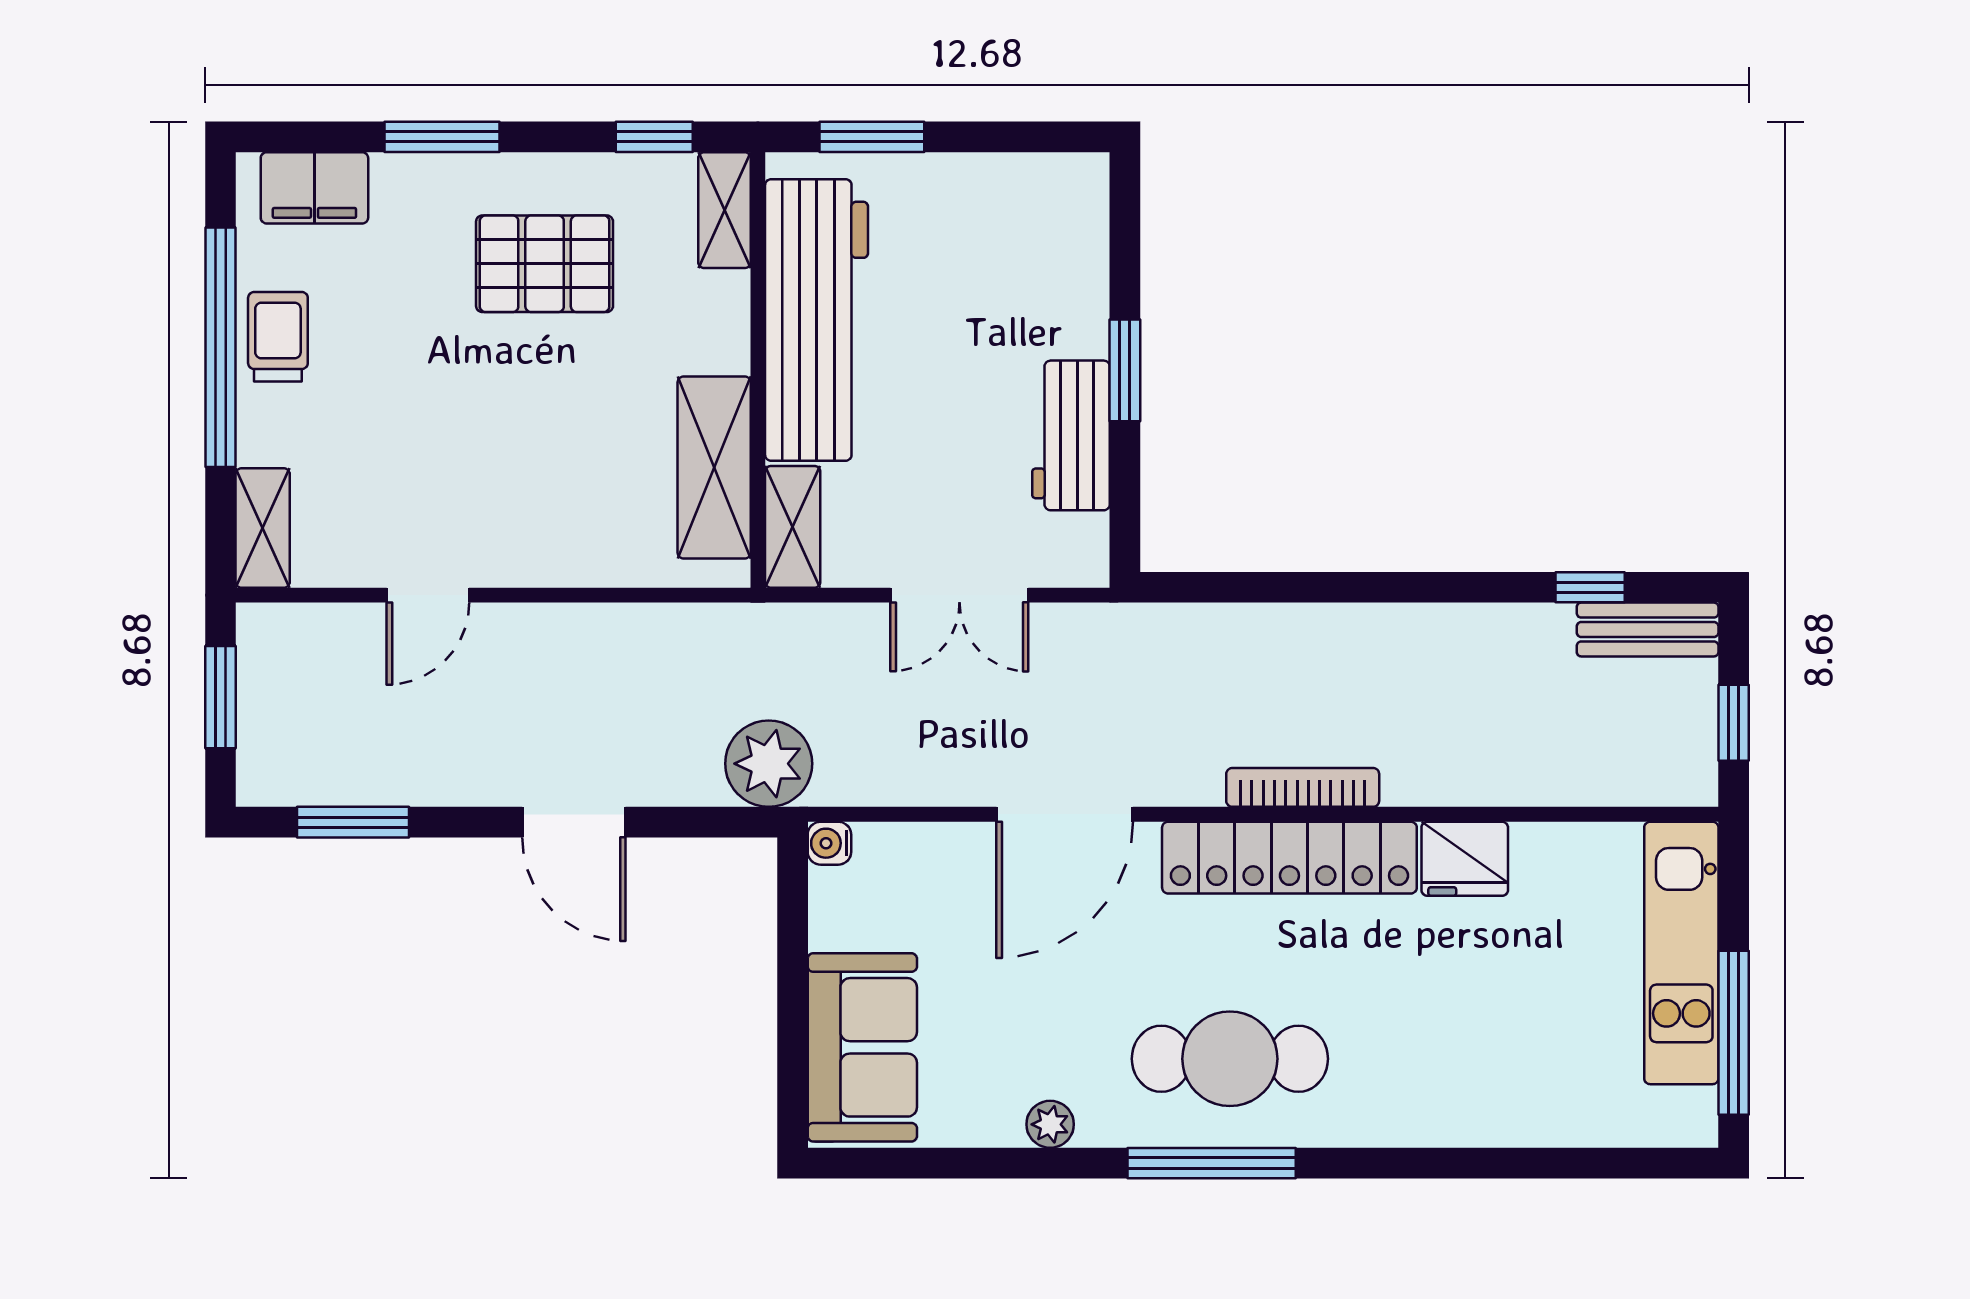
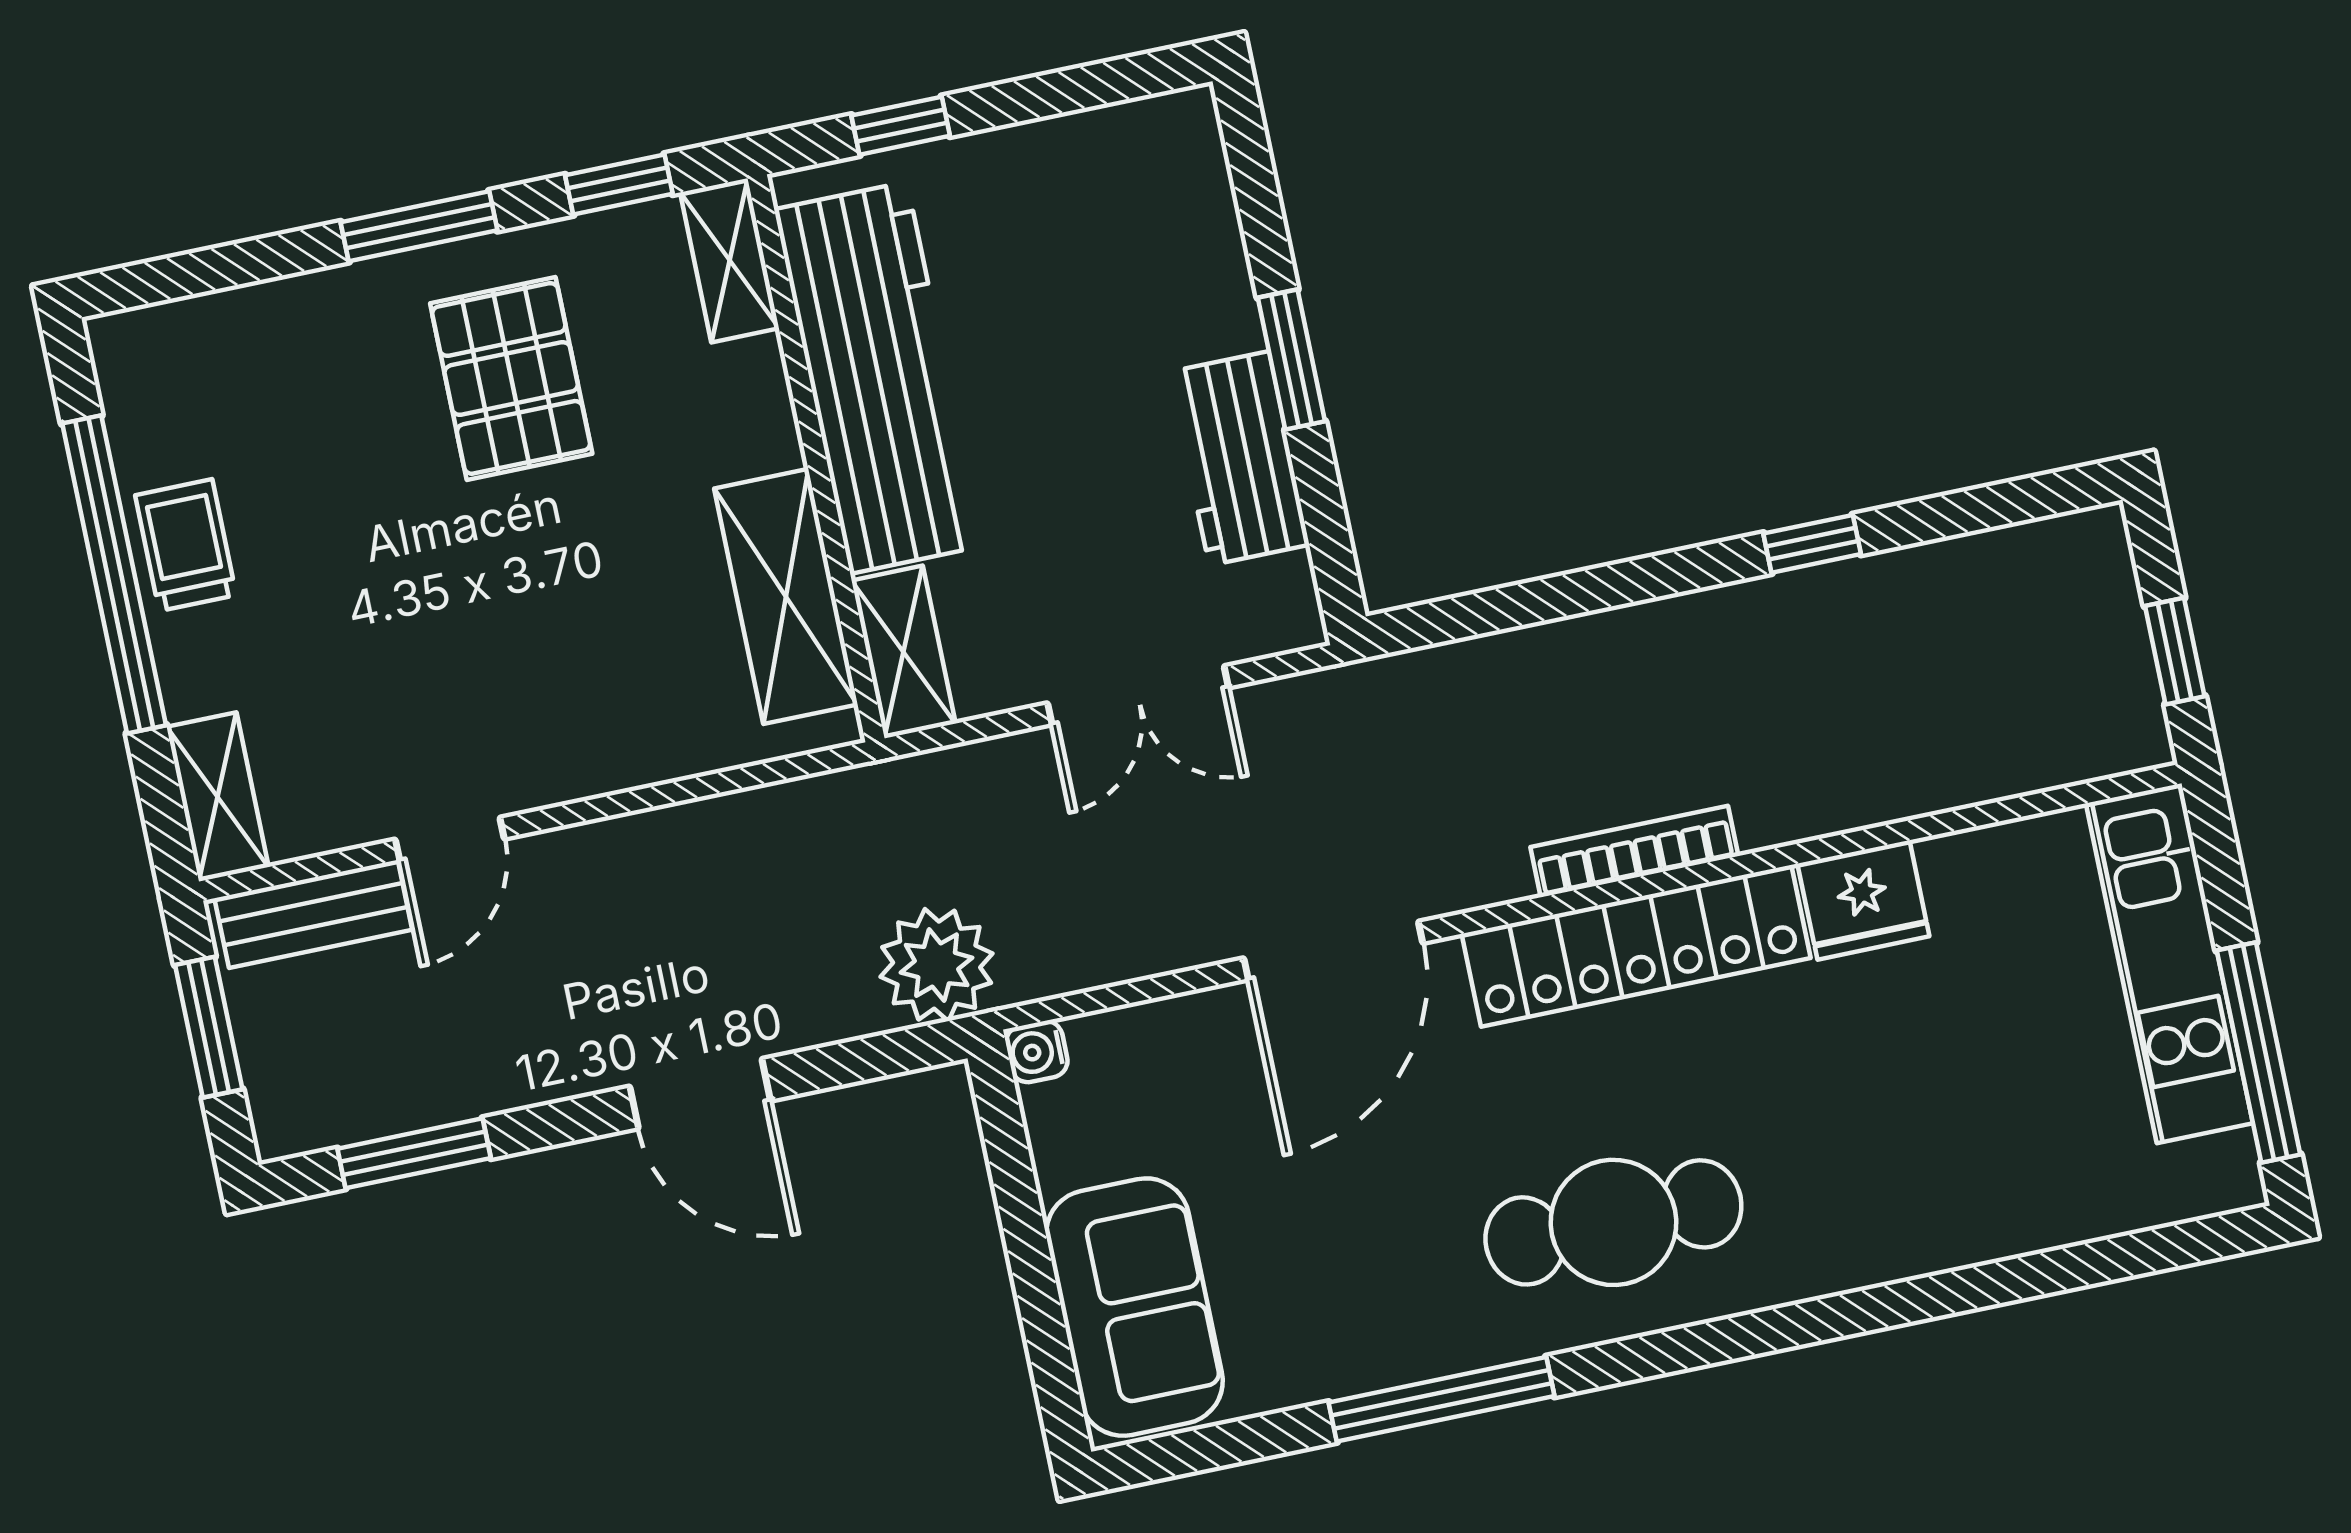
window: (442, 137) -> (419, 226), moved
window: (872, 137) -> (901, 126), width x0.67
filing cabinet: (314, 188) -> (193, 342), removed
pallet: (545, 264) -> (511, 378), turned 90
window: (1590, 587) -> (1812, 544), moved
bench: (1648, 630) -> (313, 914), moved
plant: (1050, 1124) -> (1399, 1356), removed
window: (1212, 1163) -> (1442, 1399), moved

